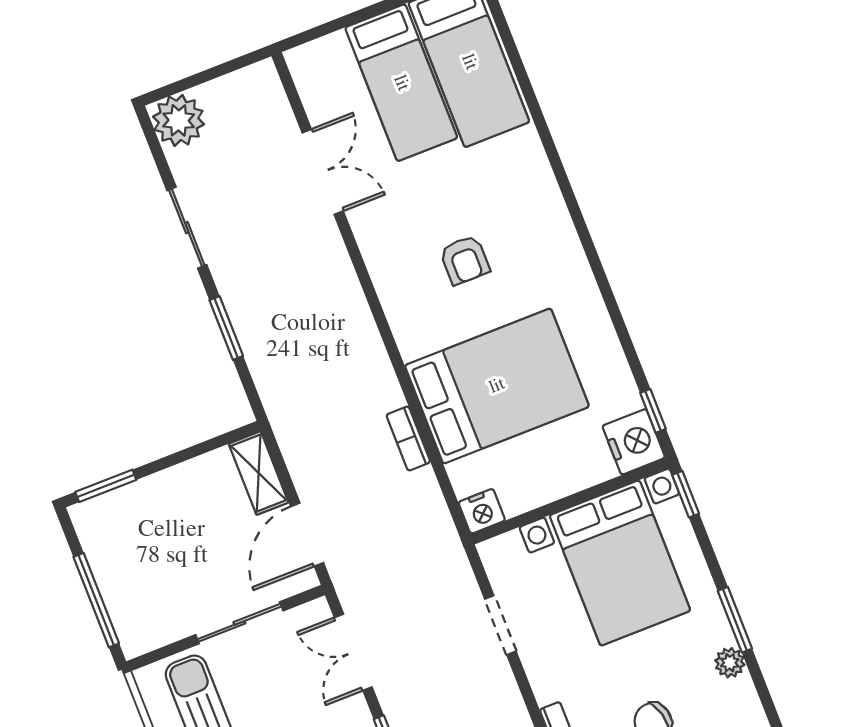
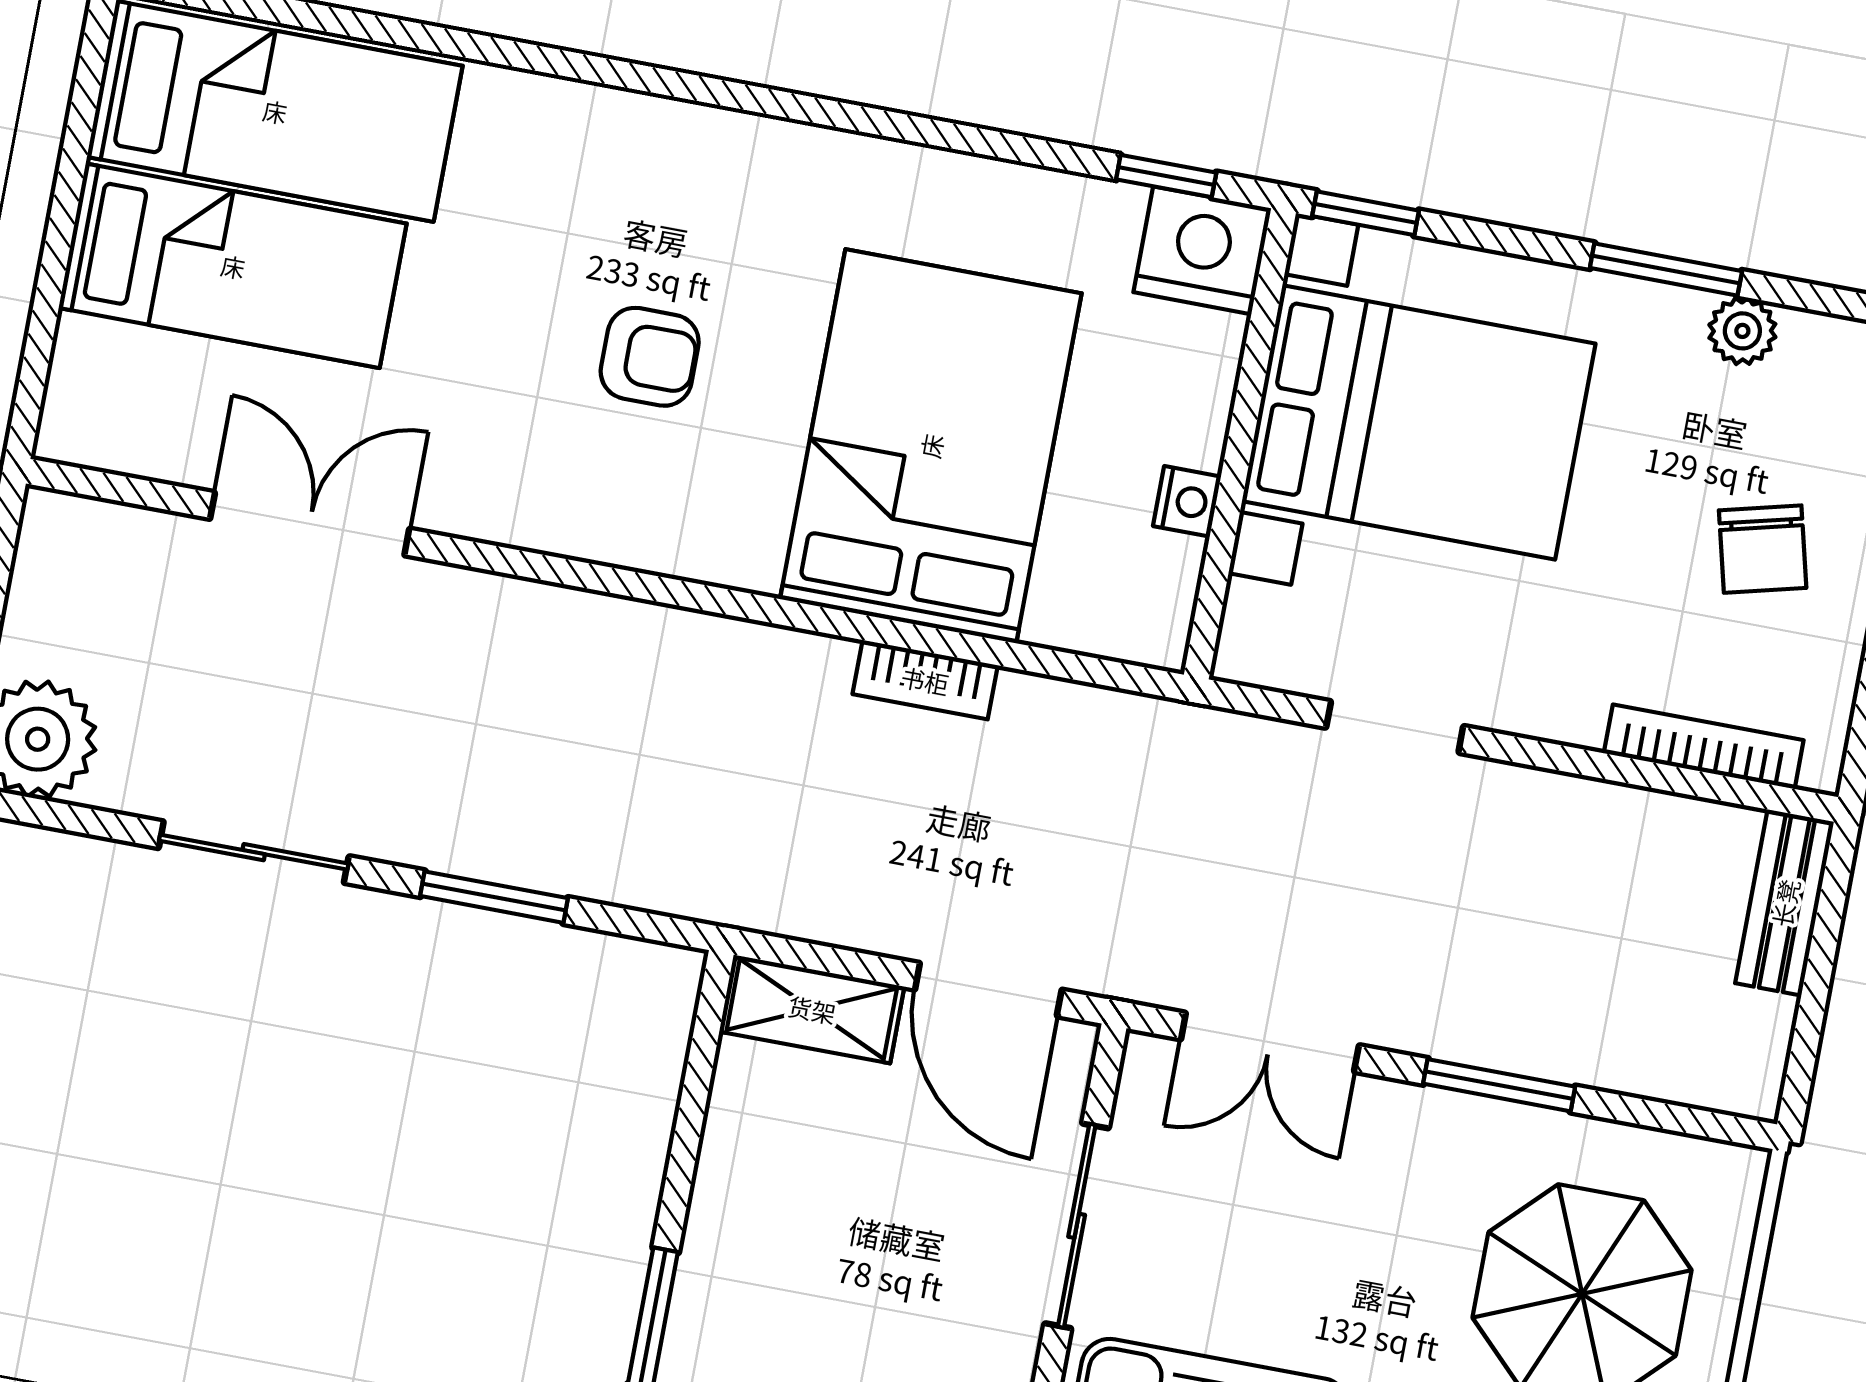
nightstand: (482, 511) -> (1187, 501), moved, width x0.72, depth x0.74

